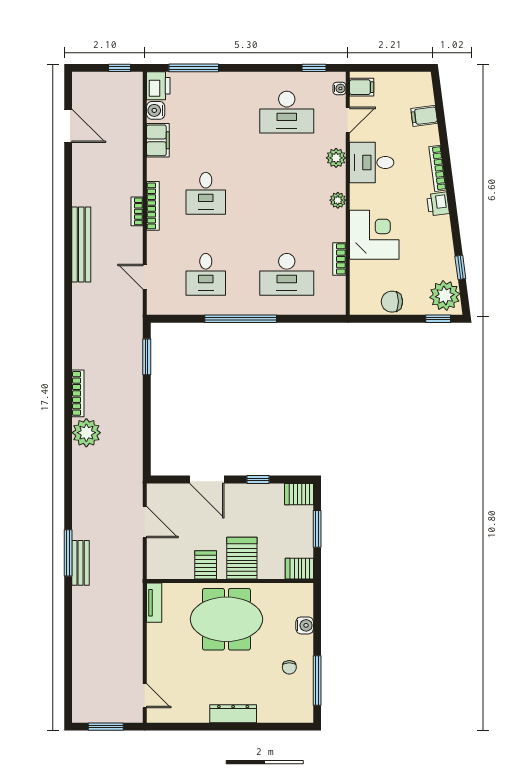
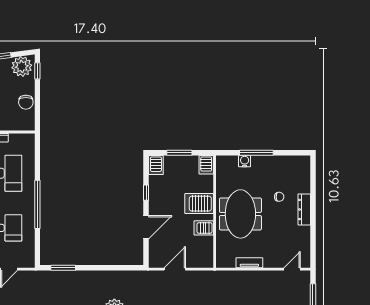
tv unit: (154, 603) -> (249, 263), moved
chair: (289, 667) -> (279, 197), moved
window: (317, 680) -> (256, 153), moved

